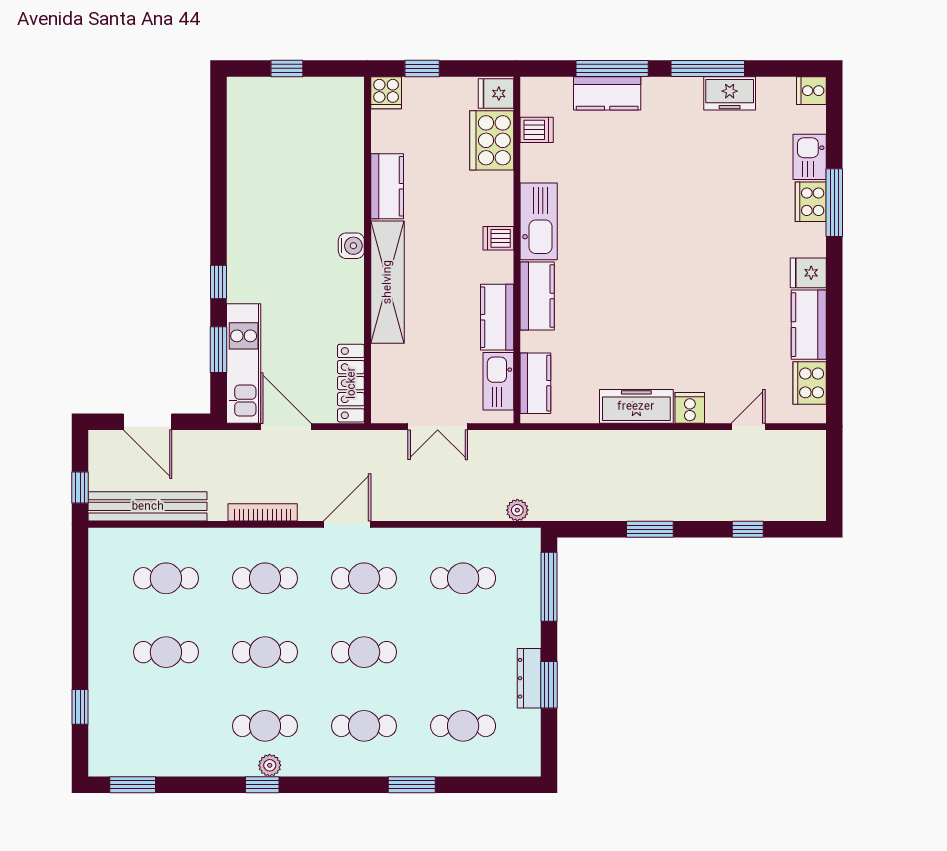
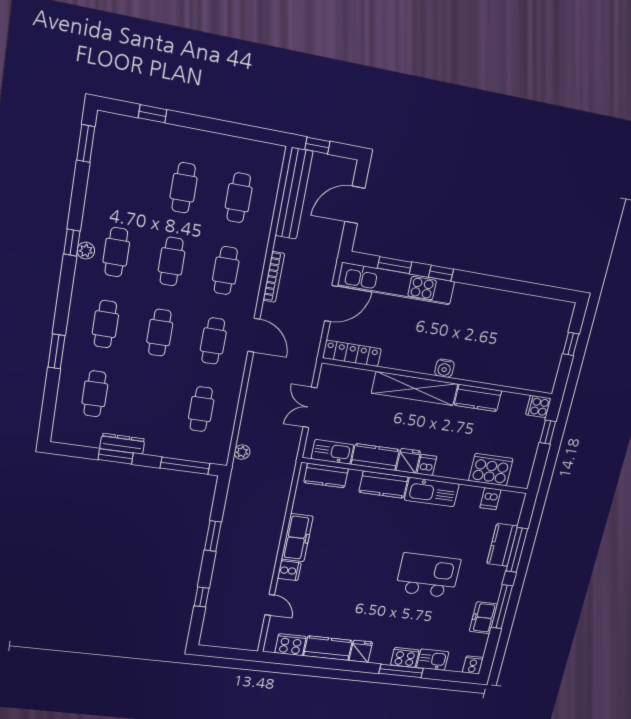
fridge: (496, 94) -> (408, 461), moved
kitchen island: (671, 197) -> (428, 575), added
kitchen unit: (244, 363) -> (396, 284), width x1.36

